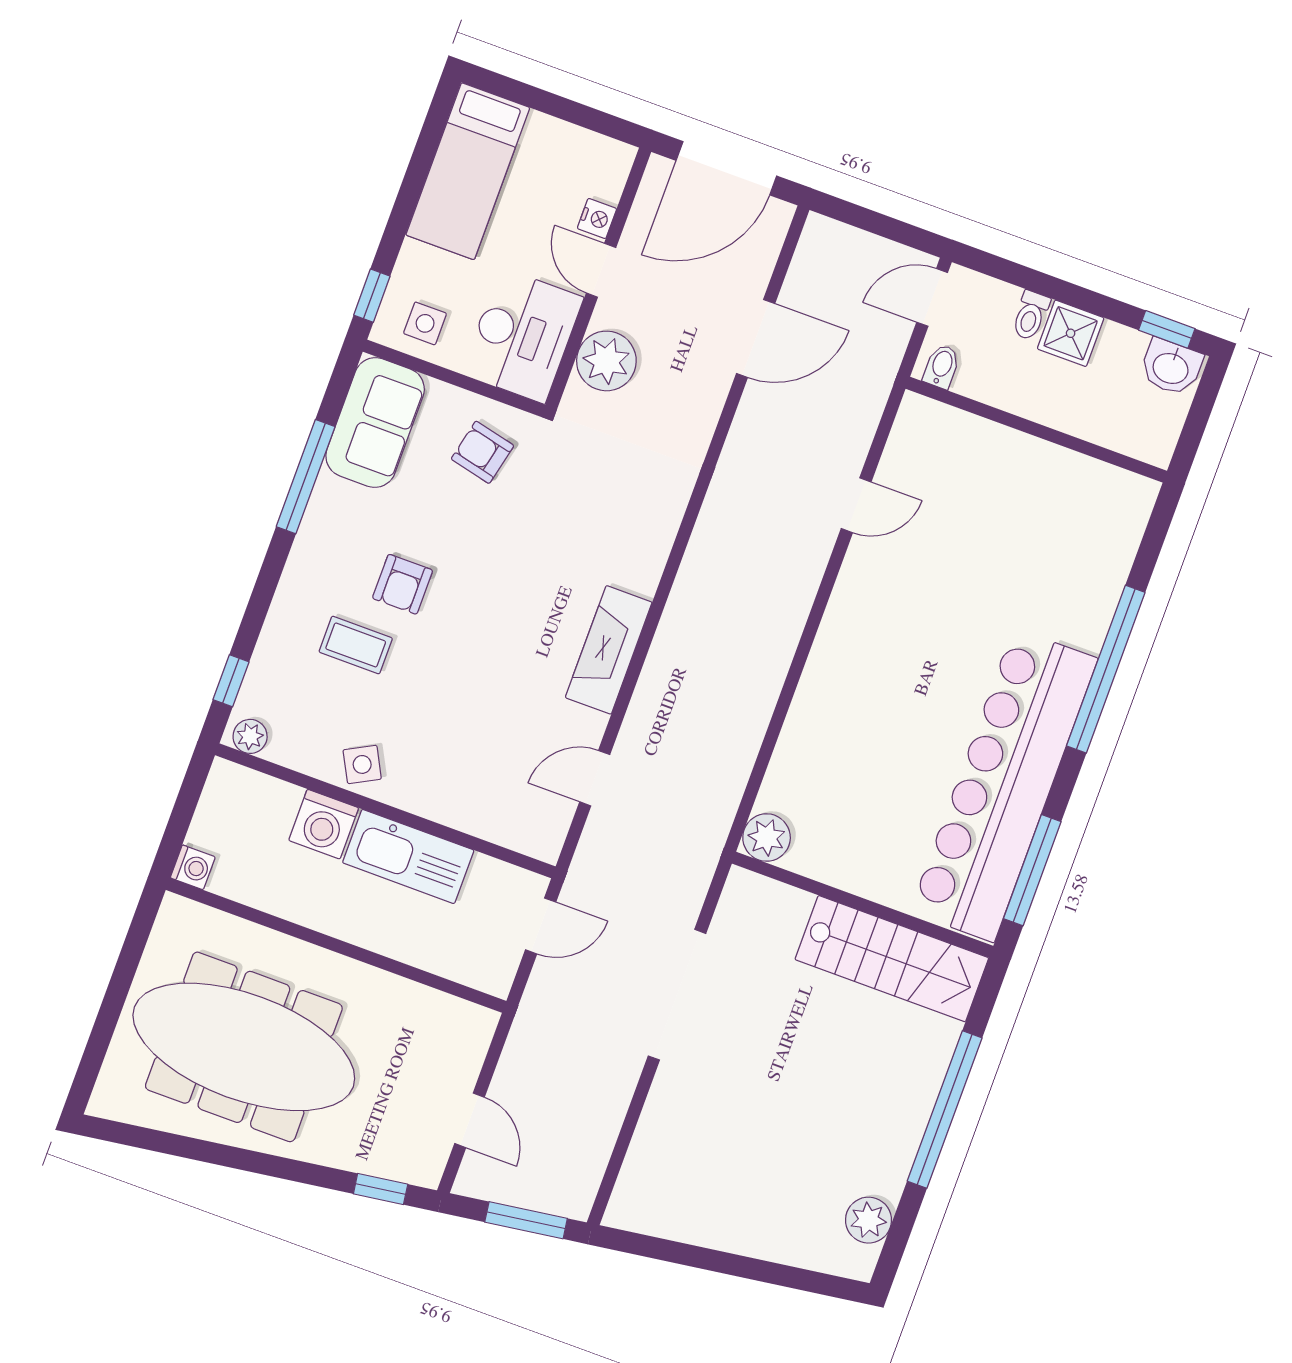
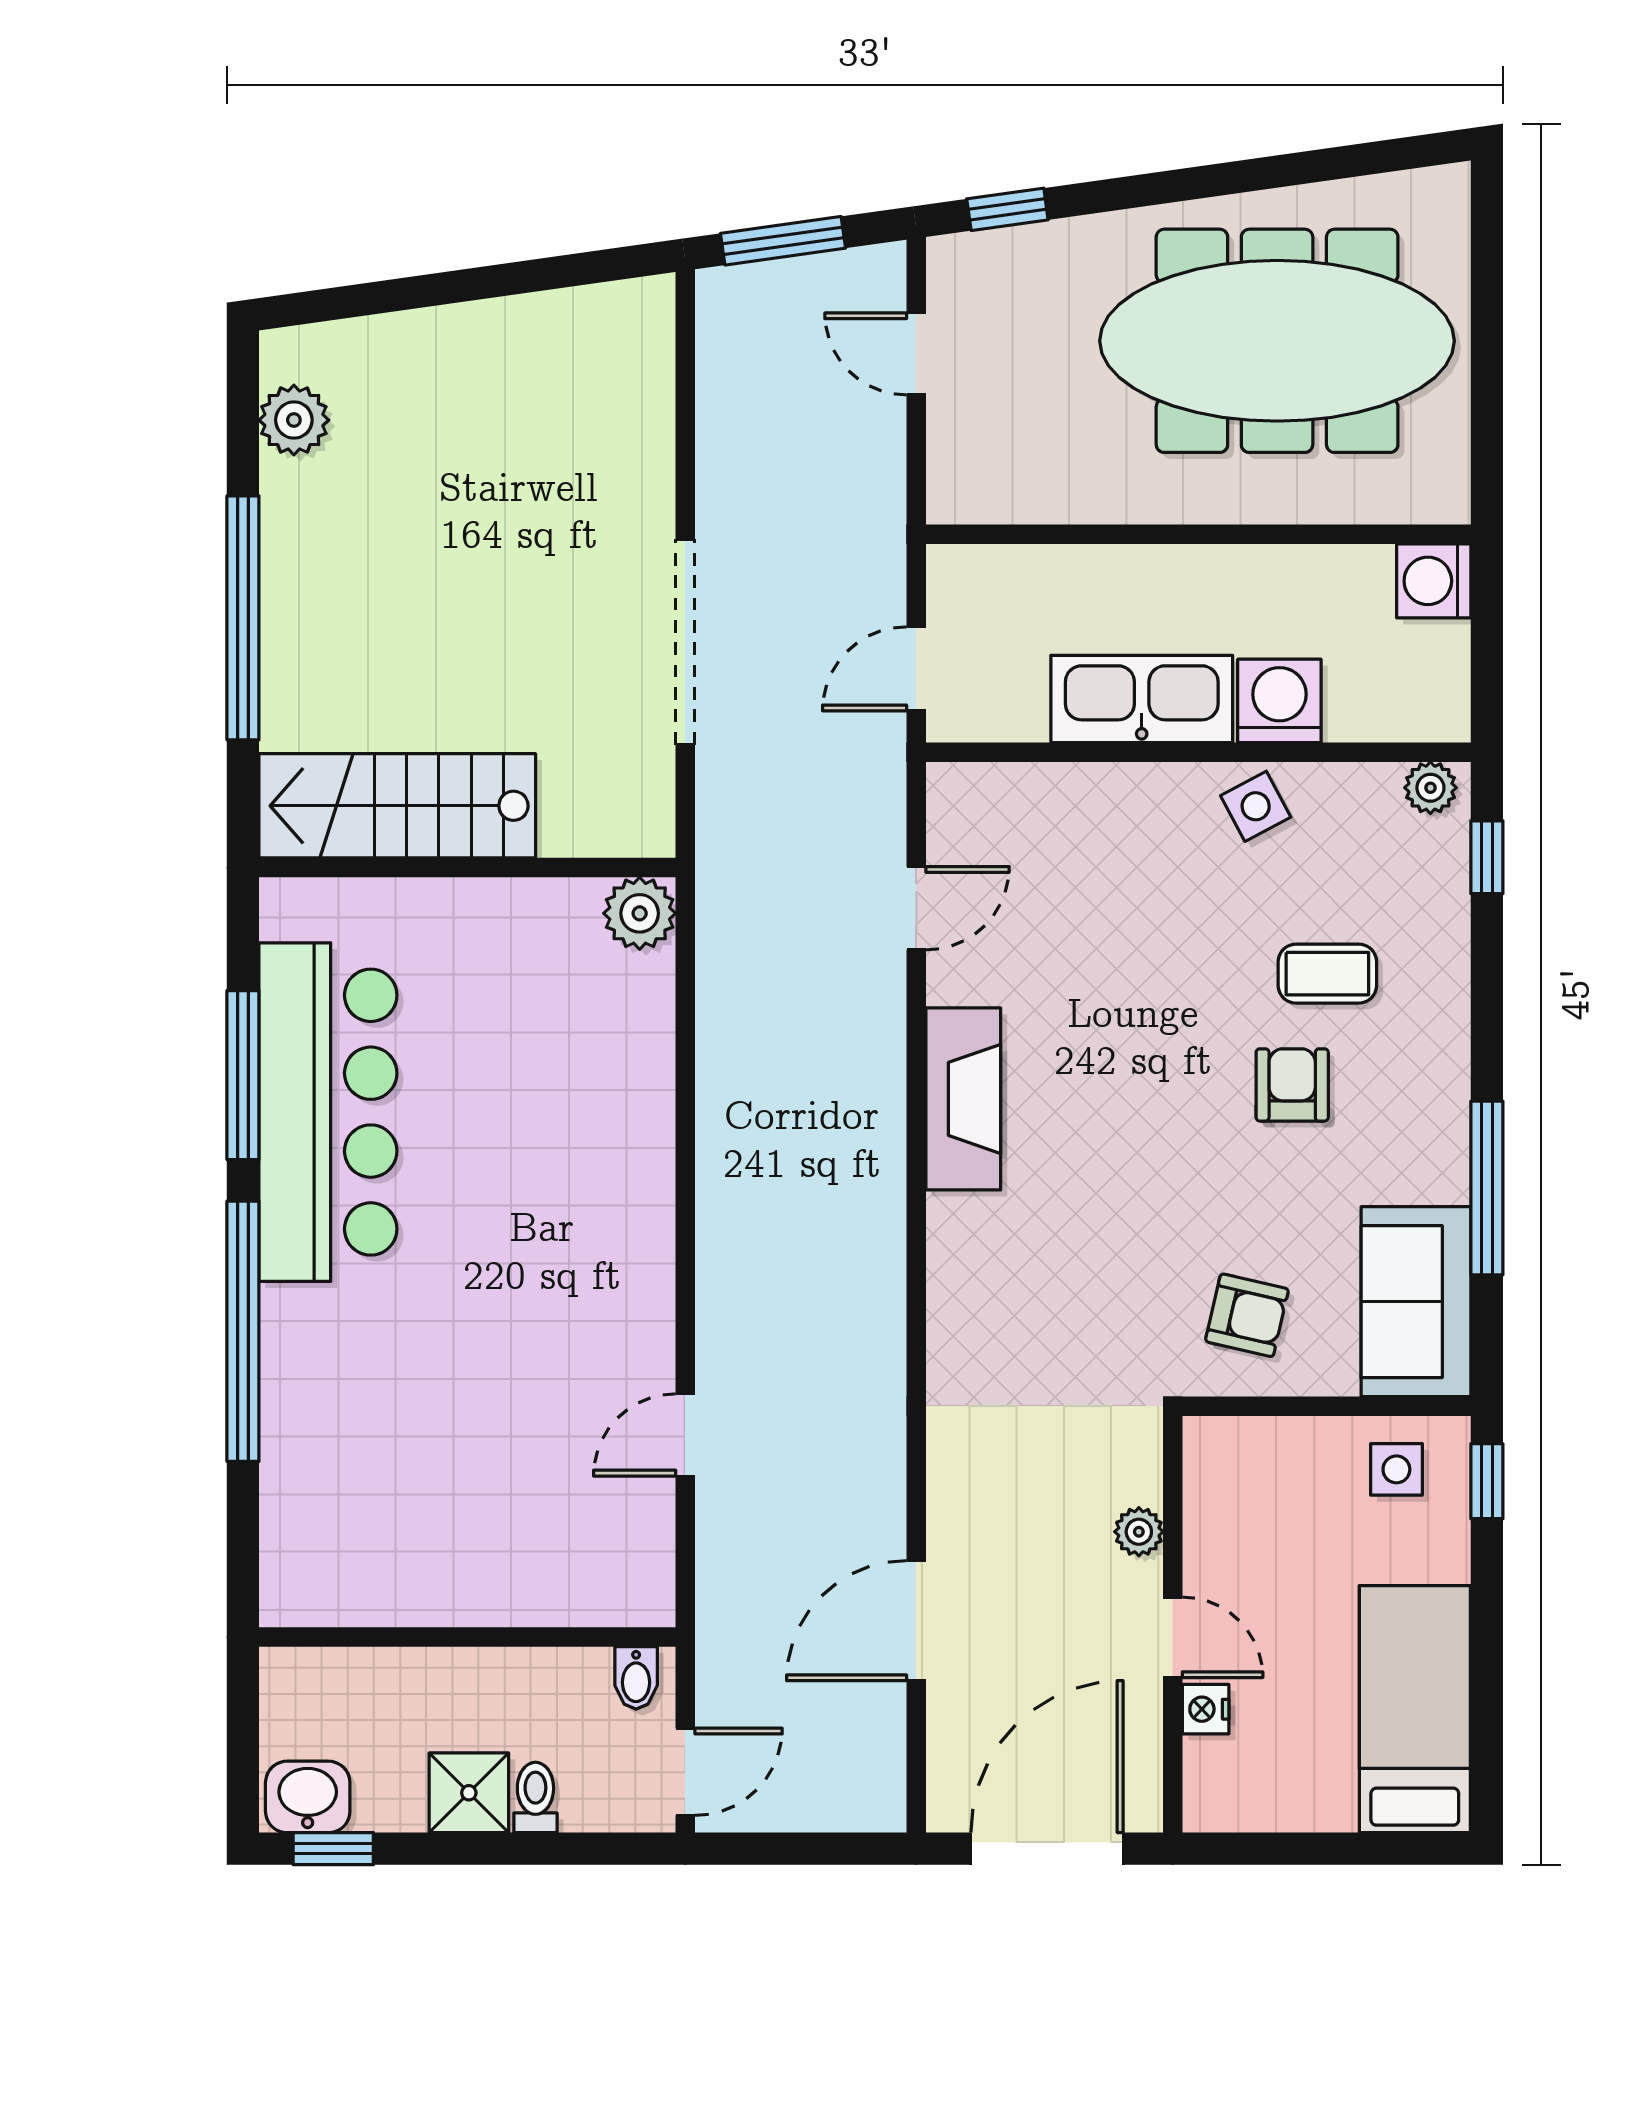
desk: (523, 336) -> (1251, 1503), removed
plant: (606, 361) -> (1139, 1532), width x0.53, depth x0.53
bar counter: (1004, 785) -> (328, 1112), width x0.73
washing machine: (193, 867) -> (1434, 581), width x1.38, depth x1.38
window: (1032, 870) -> (243, 1075), moved

